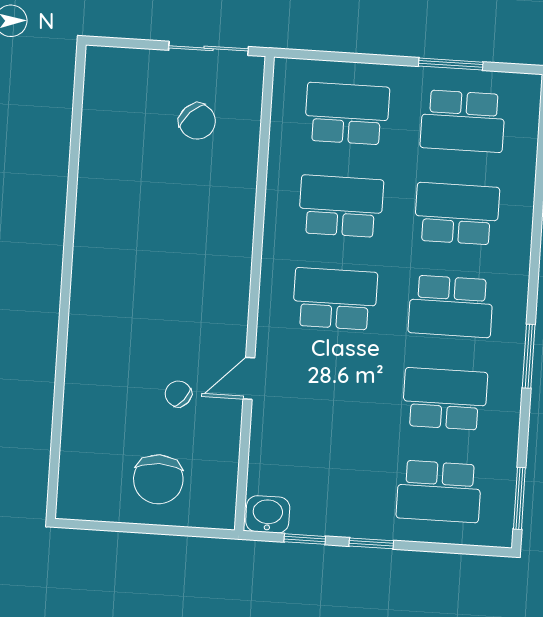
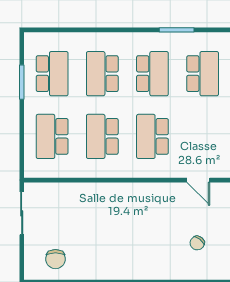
chair: (197, 121) -> (55, 259), moved, turned 135
chair: (178, 394) -> (197, 243), moved
school desk: (445, 399) -> (203, 74), turned 180

